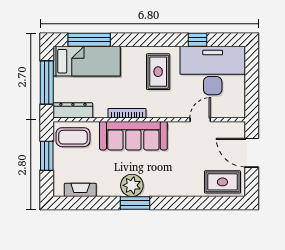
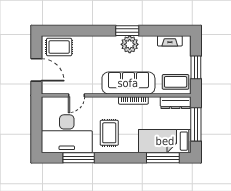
window: (198, 40) -> (79, 158), width x2.17

